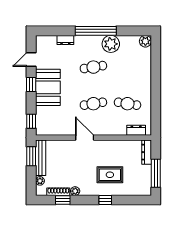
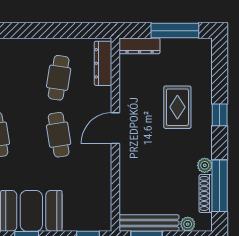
dresser: (136, 130) -> (103, 63), width x1.44
door: (85, 138) -> (115, 128), moved
window: (63, 200) -> (220, 186), width x2.17

